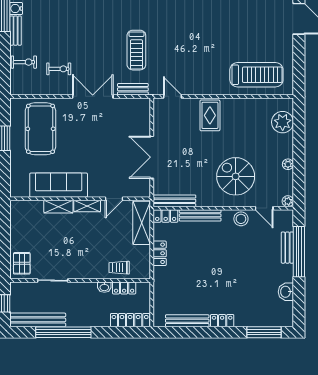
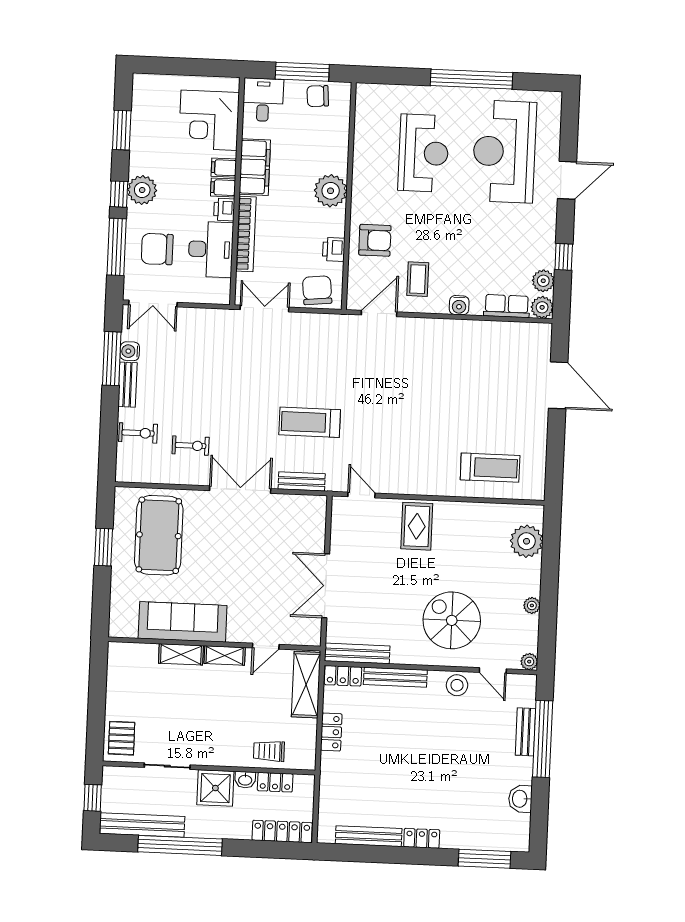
treadmill: (136, 50) -> (310, 422), turned 90
treadmill: (256, 75) -> (490, 468), width x0.73, depth x0.73
shower: (85, 293) -> (215, 788), added

